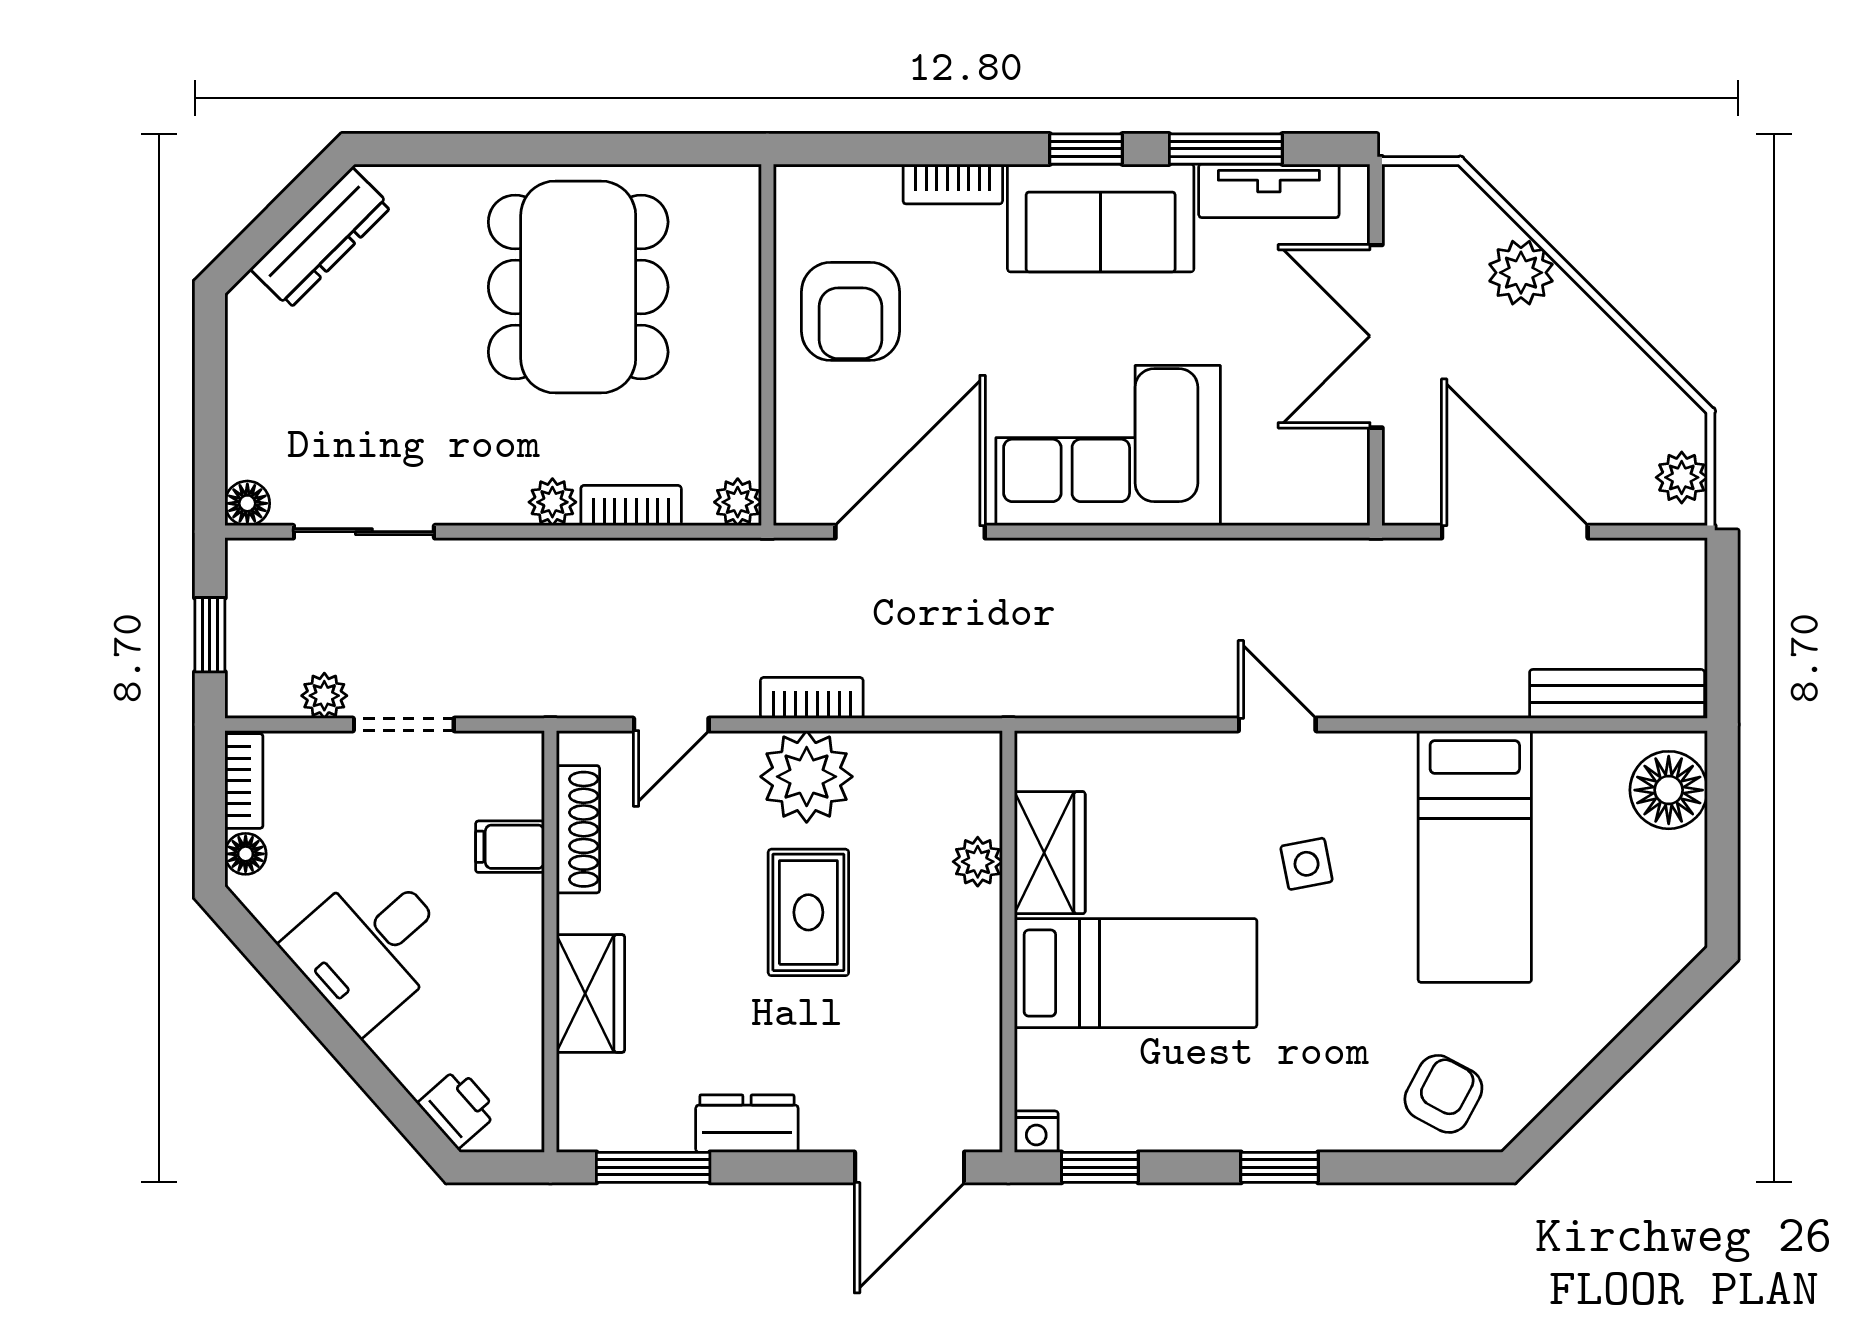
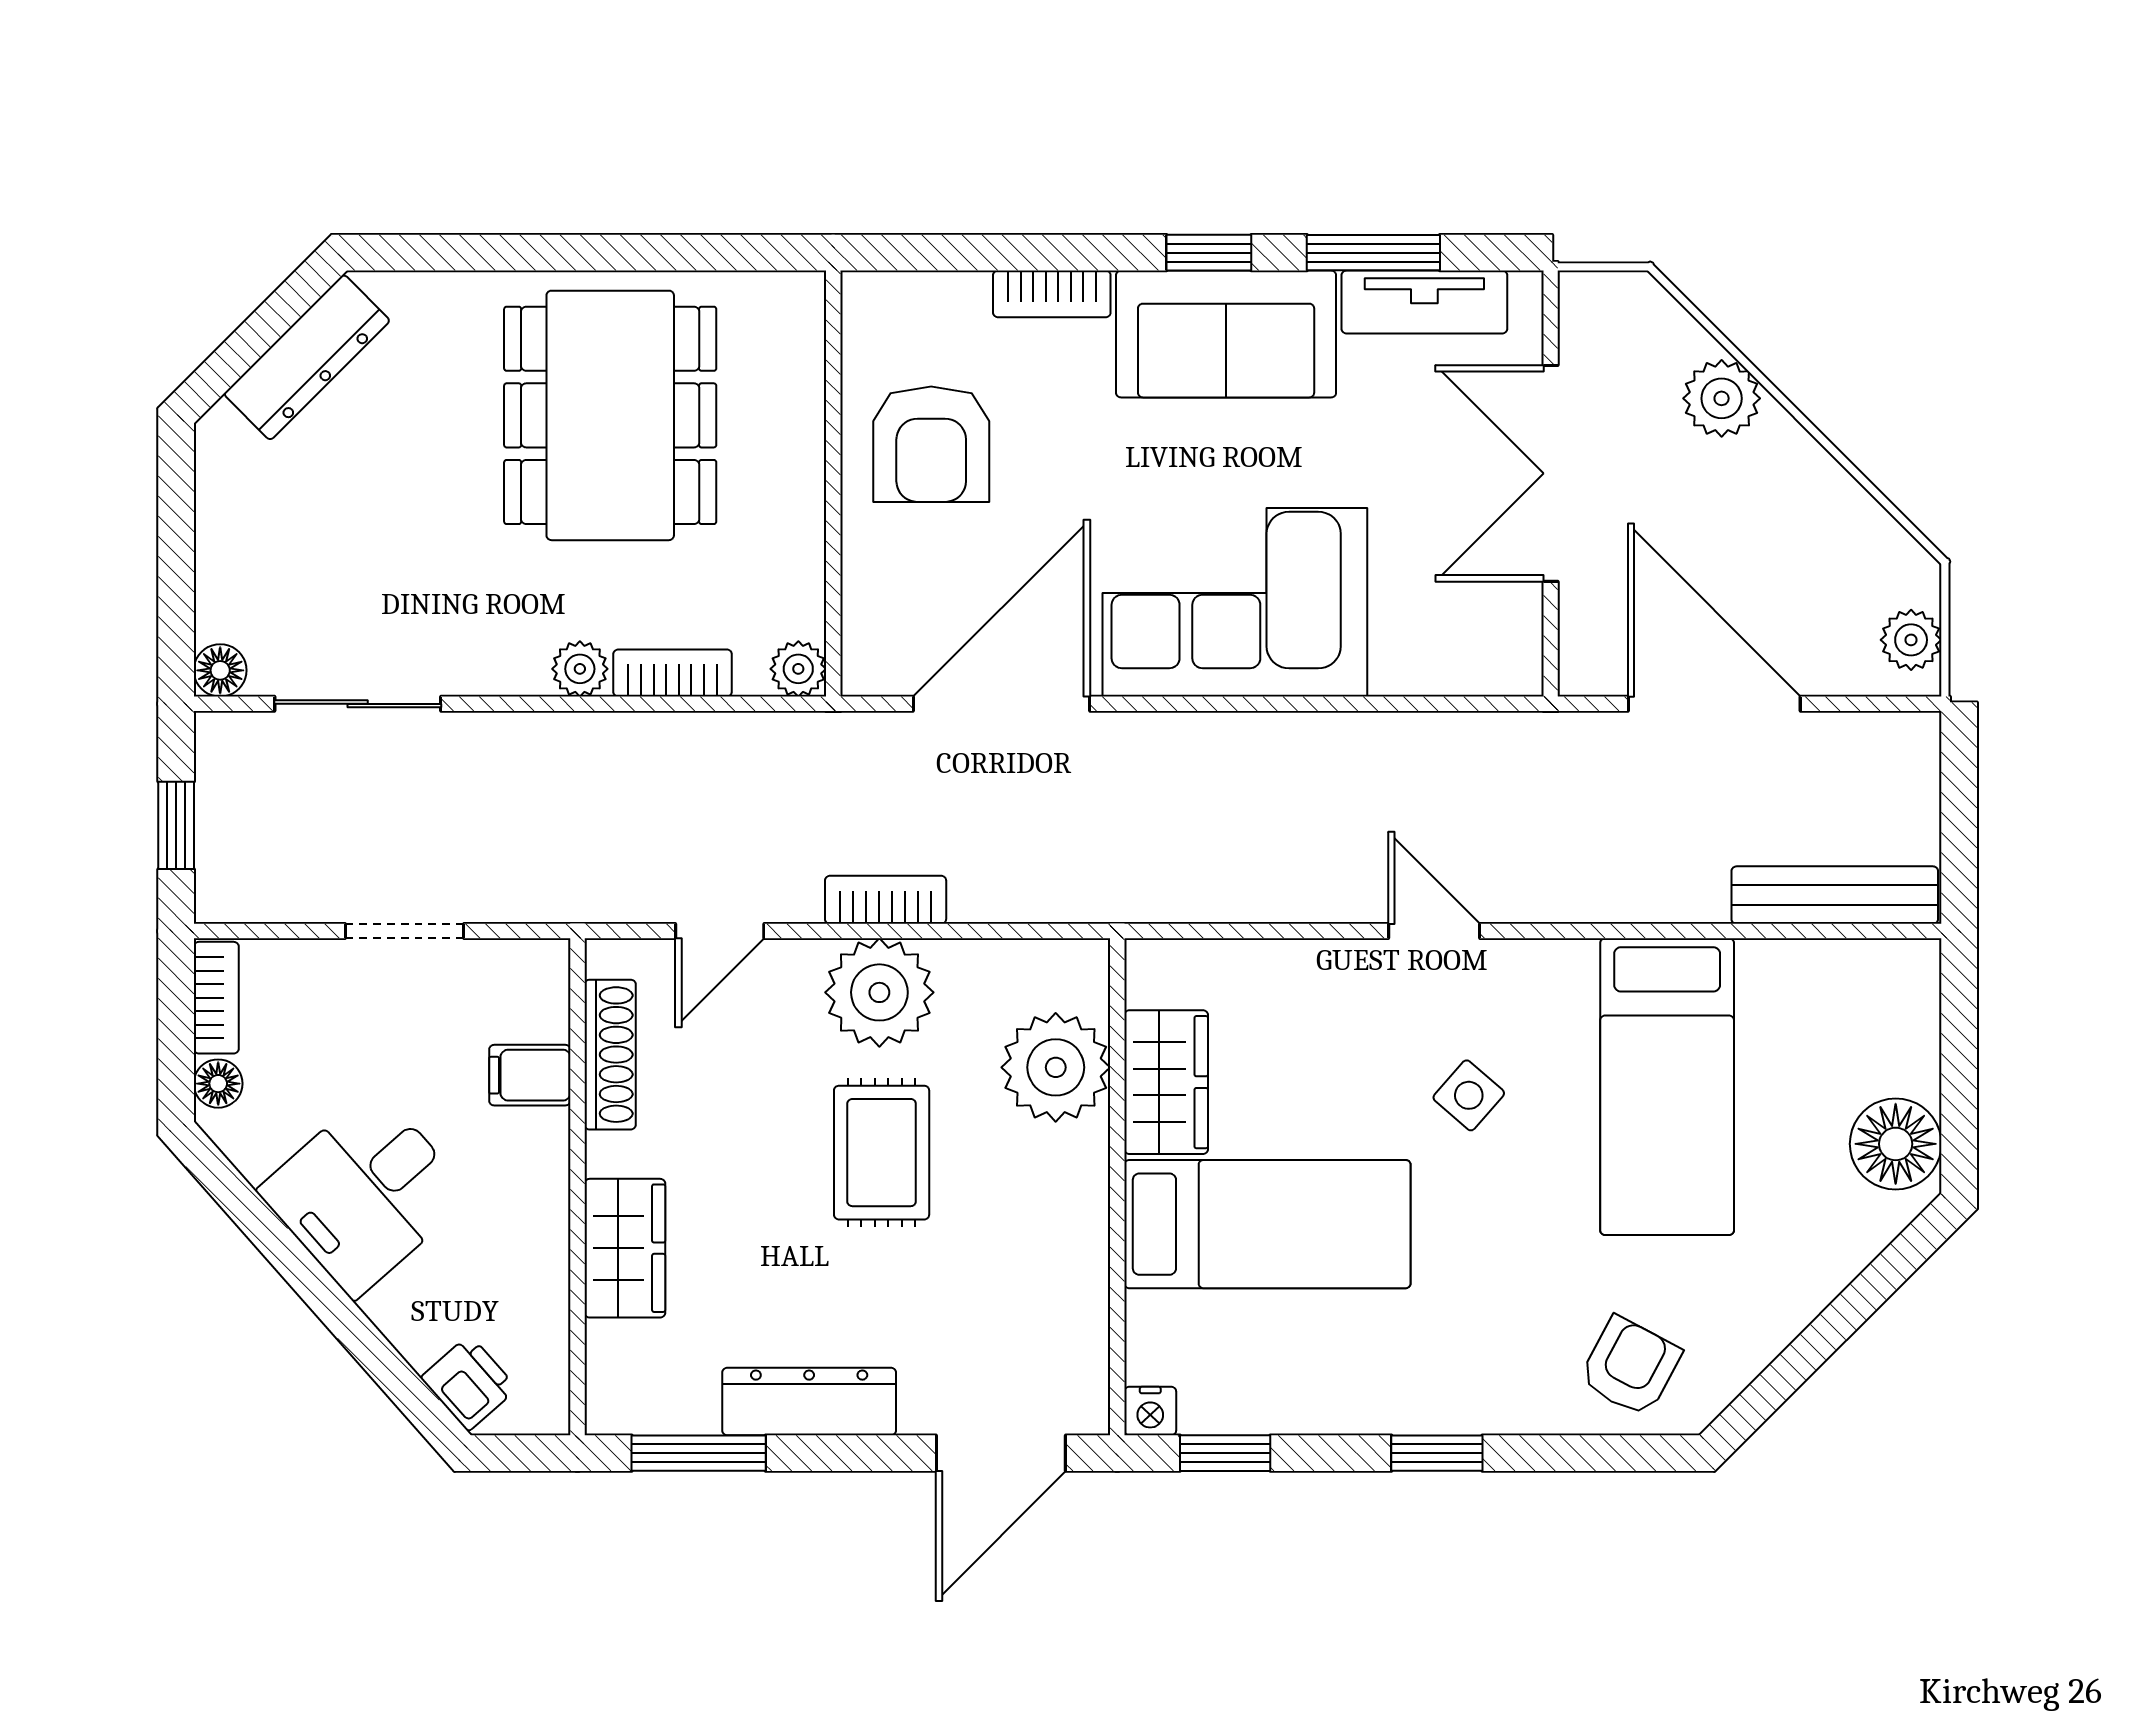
plant: (324, 696) -> (311, 897), removed
floor lamp: (1669, 790) -> (1896, 1144), moved
plant: (978, 862) -> (1056, 1067), width x1.88, depth x1.88
side table: (1307, 864) -> (1469, 1095), turned -38
dresser: (747, 1124) -> (809, 1402), width x1.44

